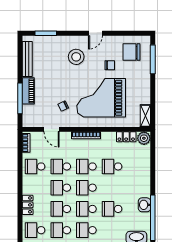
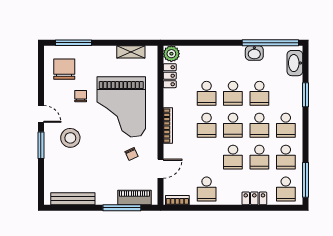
window: (46, 33) -> (41, 145), moved
chair: (132, 52) -> (64, 69), turned 180
piano: (28, 91) -> (134, 197), moved
shelving: (145, 116) -> (131, 52), moved
school desk: (61, 166) -> (233, 93), moved

